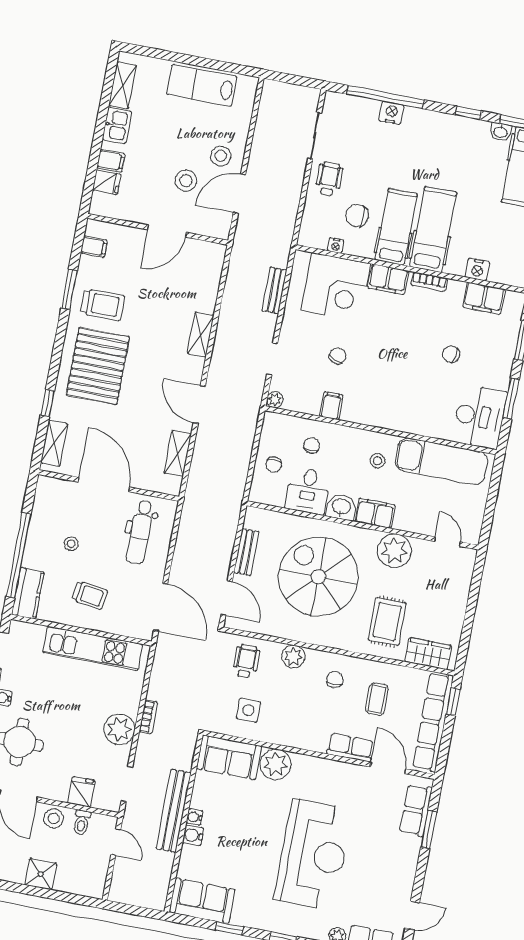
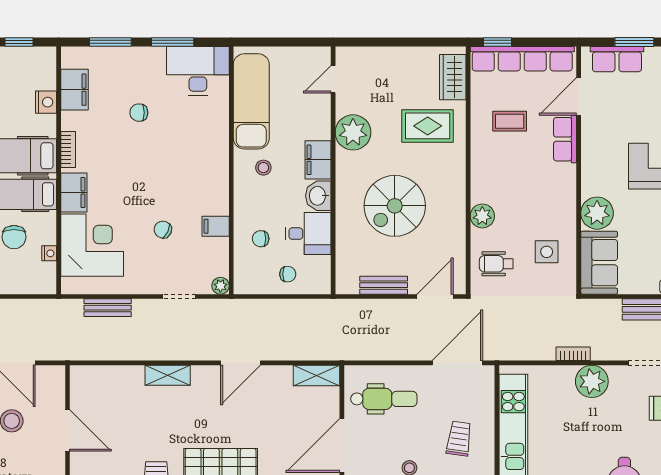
chair: (451, 354) -> (139, 113), turned 79
shelving: (178, 453) -> (317, 375), moved
spiral stairs: (318, 577) -> (395, 206), width x0.73, depth x0.73
chair: (335, 680) -> (498, 169), removed

